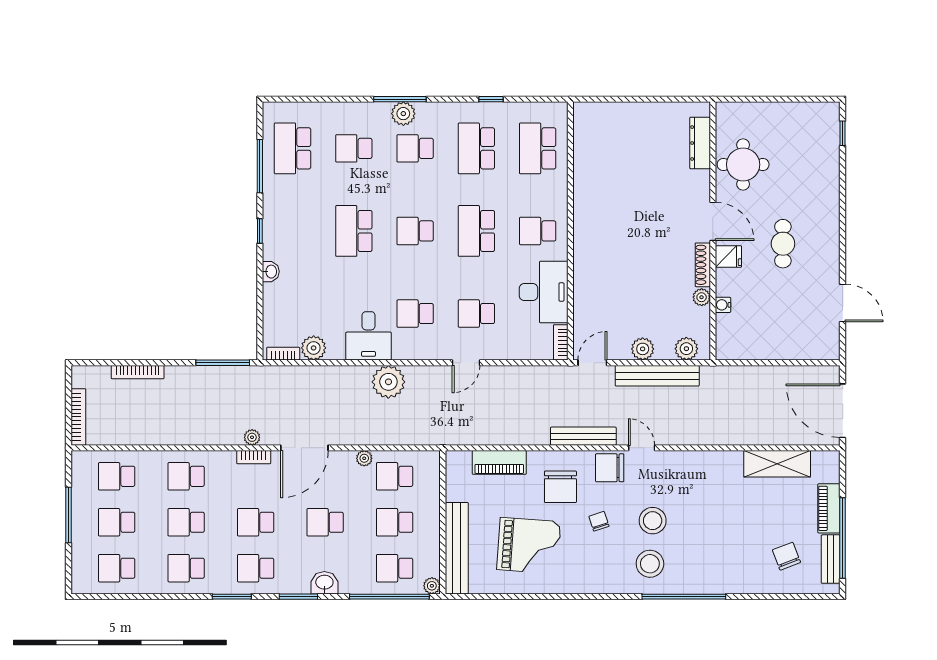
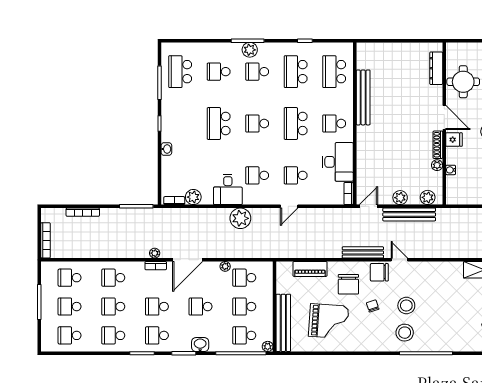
bench: (584, 189) -> (363, 97), added

